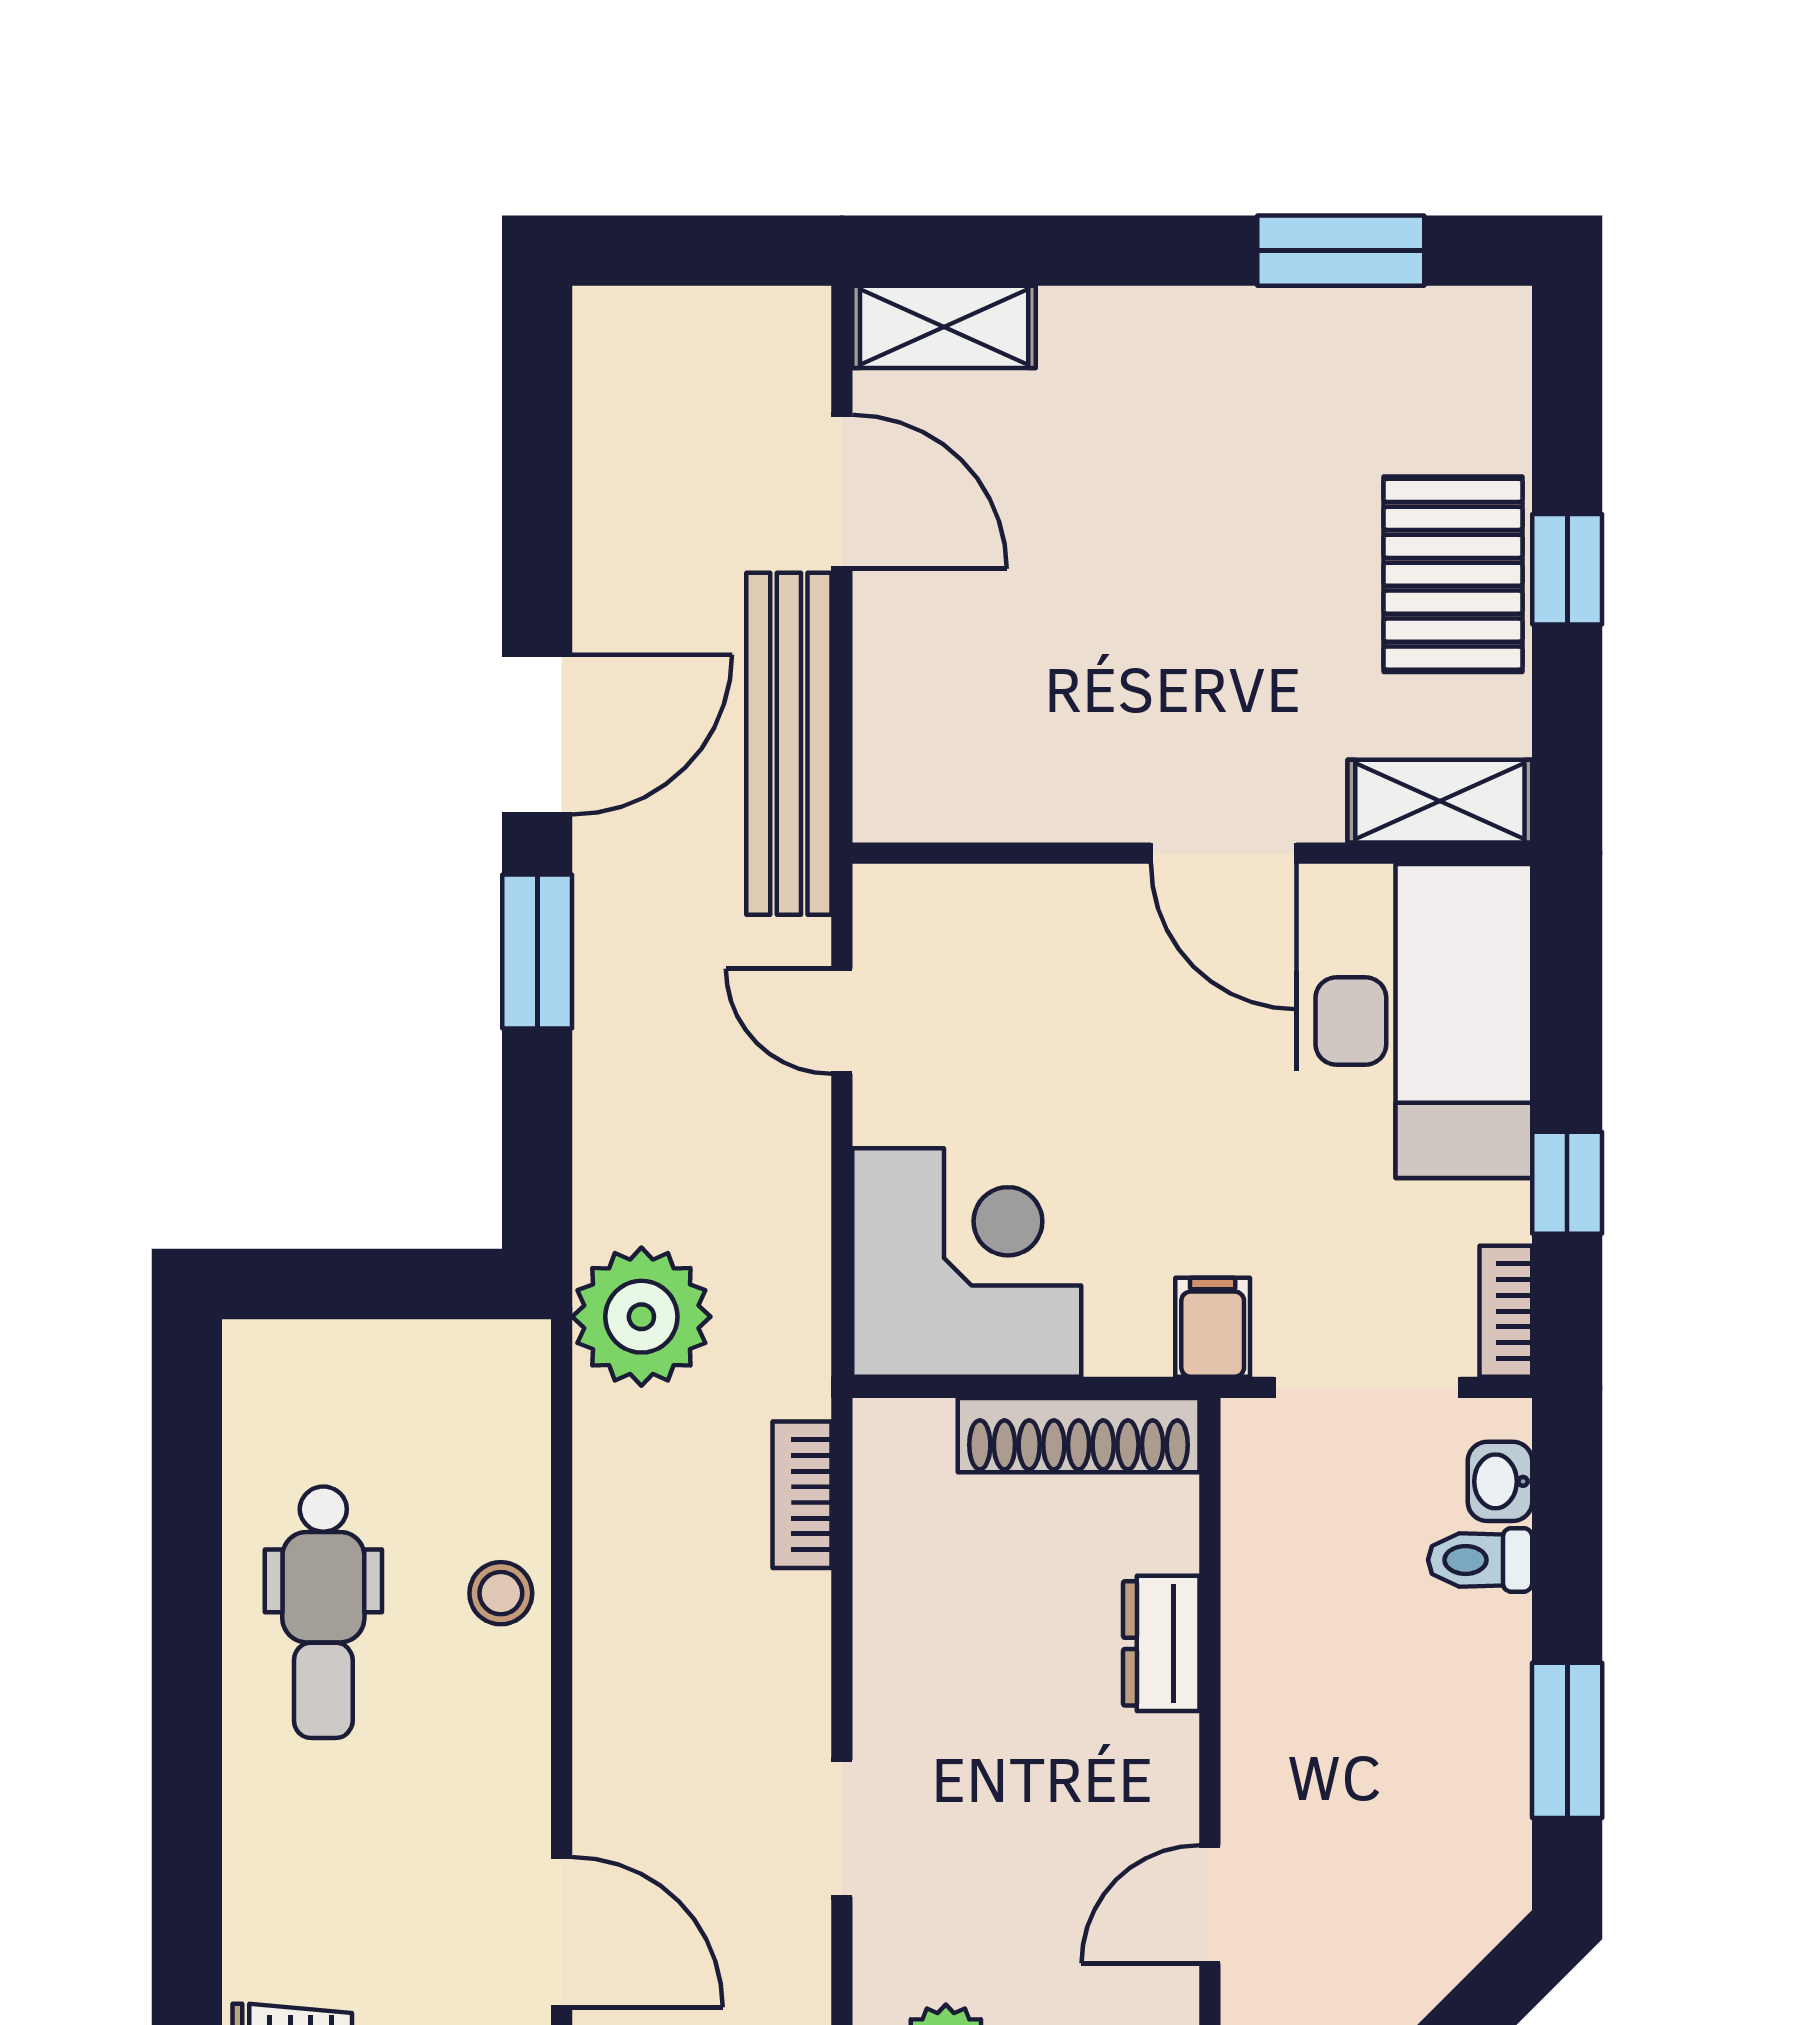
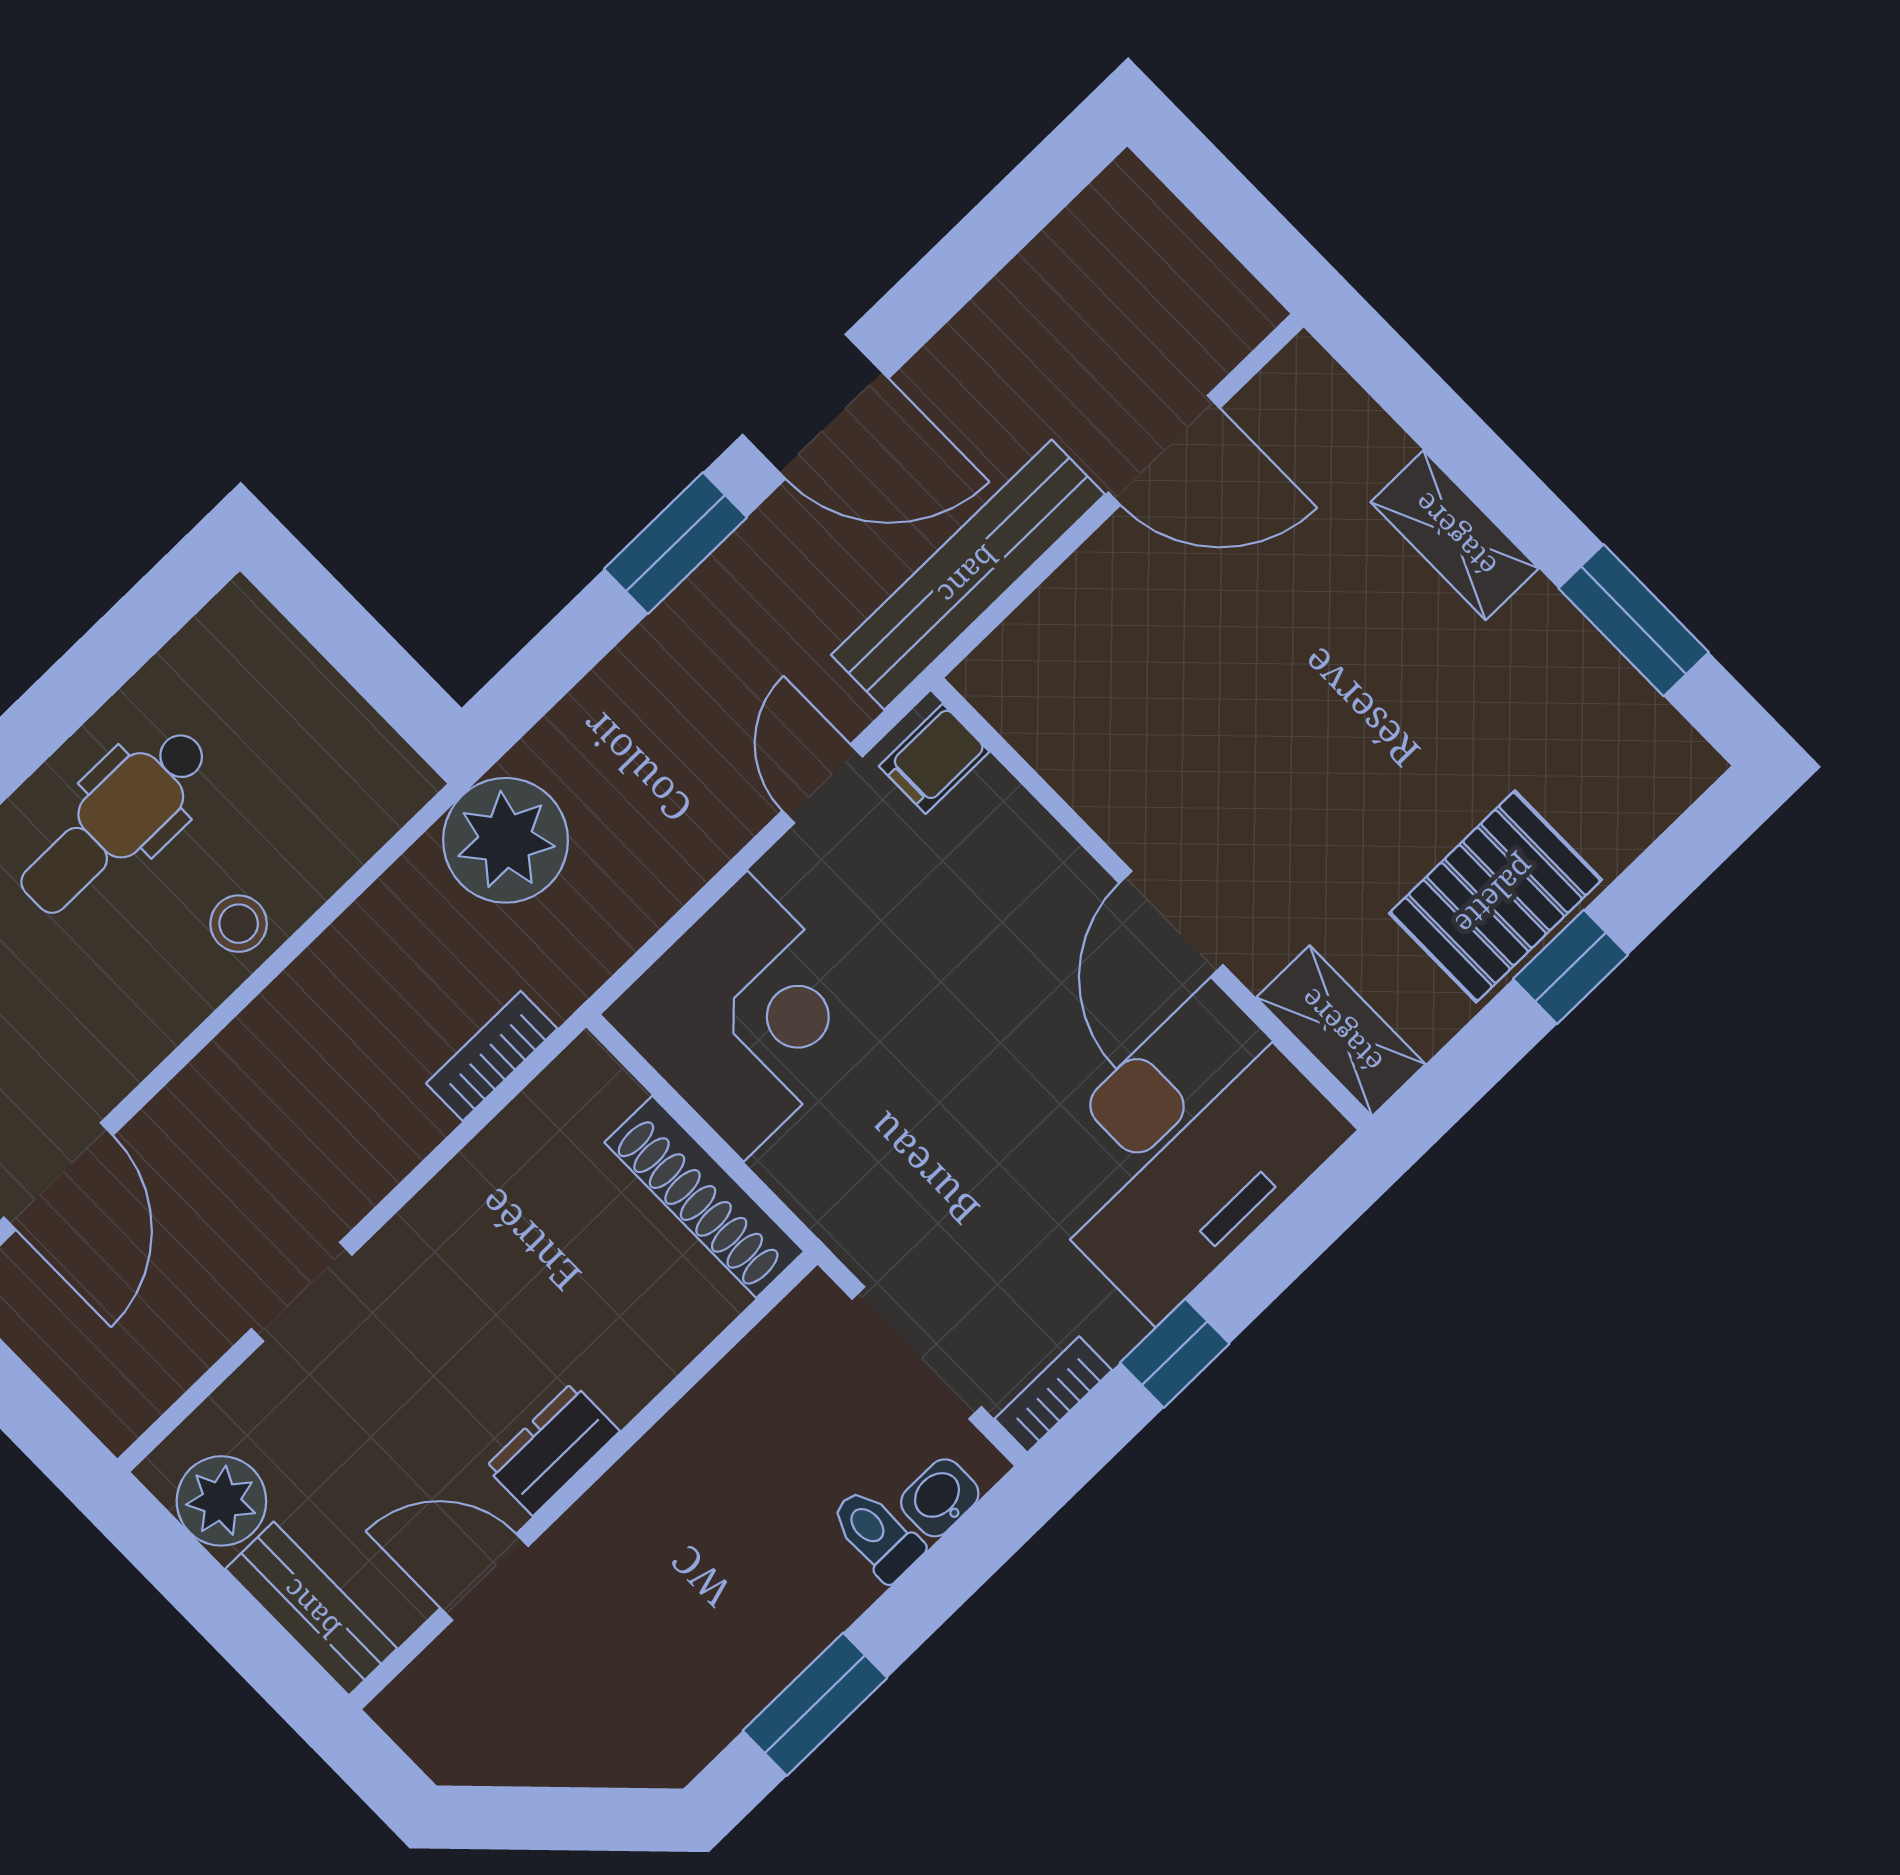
shelving: (944, 327) -> (1455, 535), moved
door: (842, 492) -> (1164, 450), hinge flipped
filing cabinet: (1213, 1327) -> (934, 759), moved, turned 180
dresser: (1161, 1643) -> (553, 1449), moved

